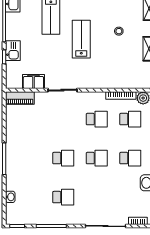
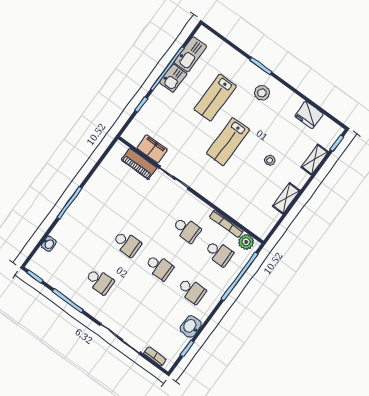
lab bench: (81, 39) -> (228, 142), turned 180
kitchen sink: (13, 51) -> (173, 78), moved
piano: (20, 98) -> (139, 164), moved

